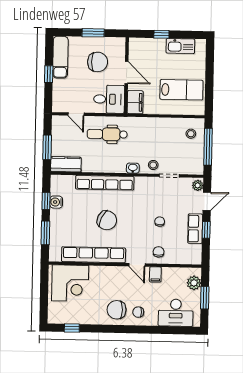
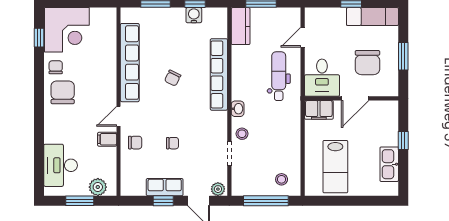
chair: (107, 220) -> (173, 78), width x0.54, depth x0.54
corner desk: (70, 283) -> (67, 30), moved, turned -90
chair: (138, 312) -> (56, 67), moved

